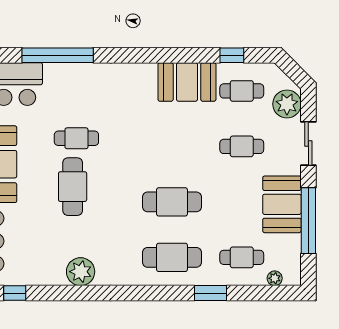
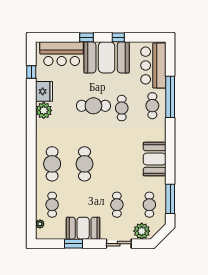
window: (232, 55) -> (170, 199), width x2.17
booth: (187, 82) -> (155, 159), moved
cafe table: (72, 86) -> (152, 106), added
window: (308, 221) -> (73, 244), width x0.47
fridge: (48, 271) -> (44, 91), added
window: (210, 293) -> (31, 186), removed

